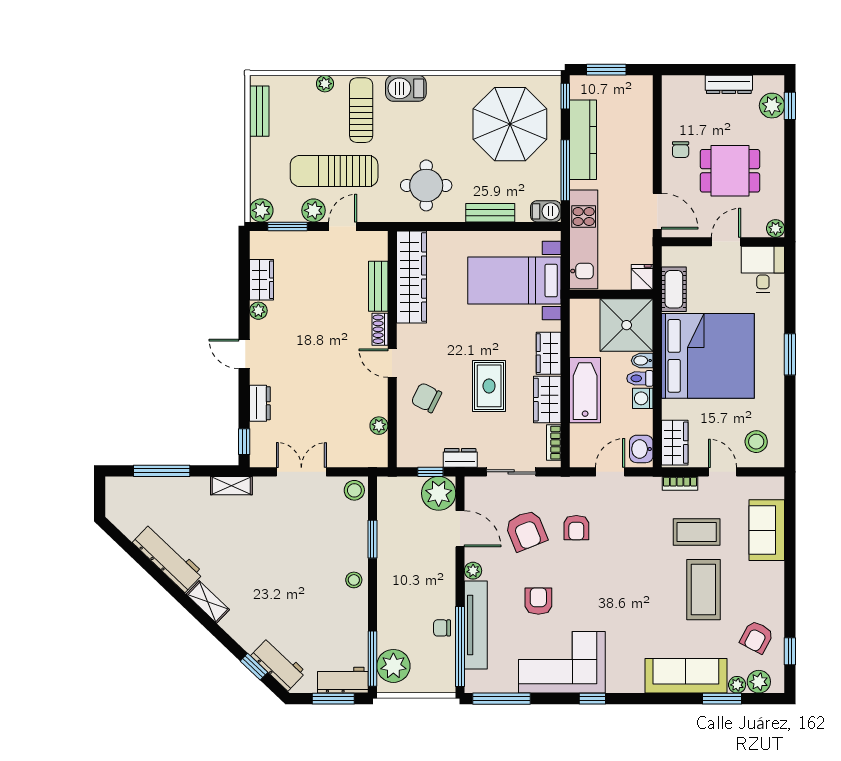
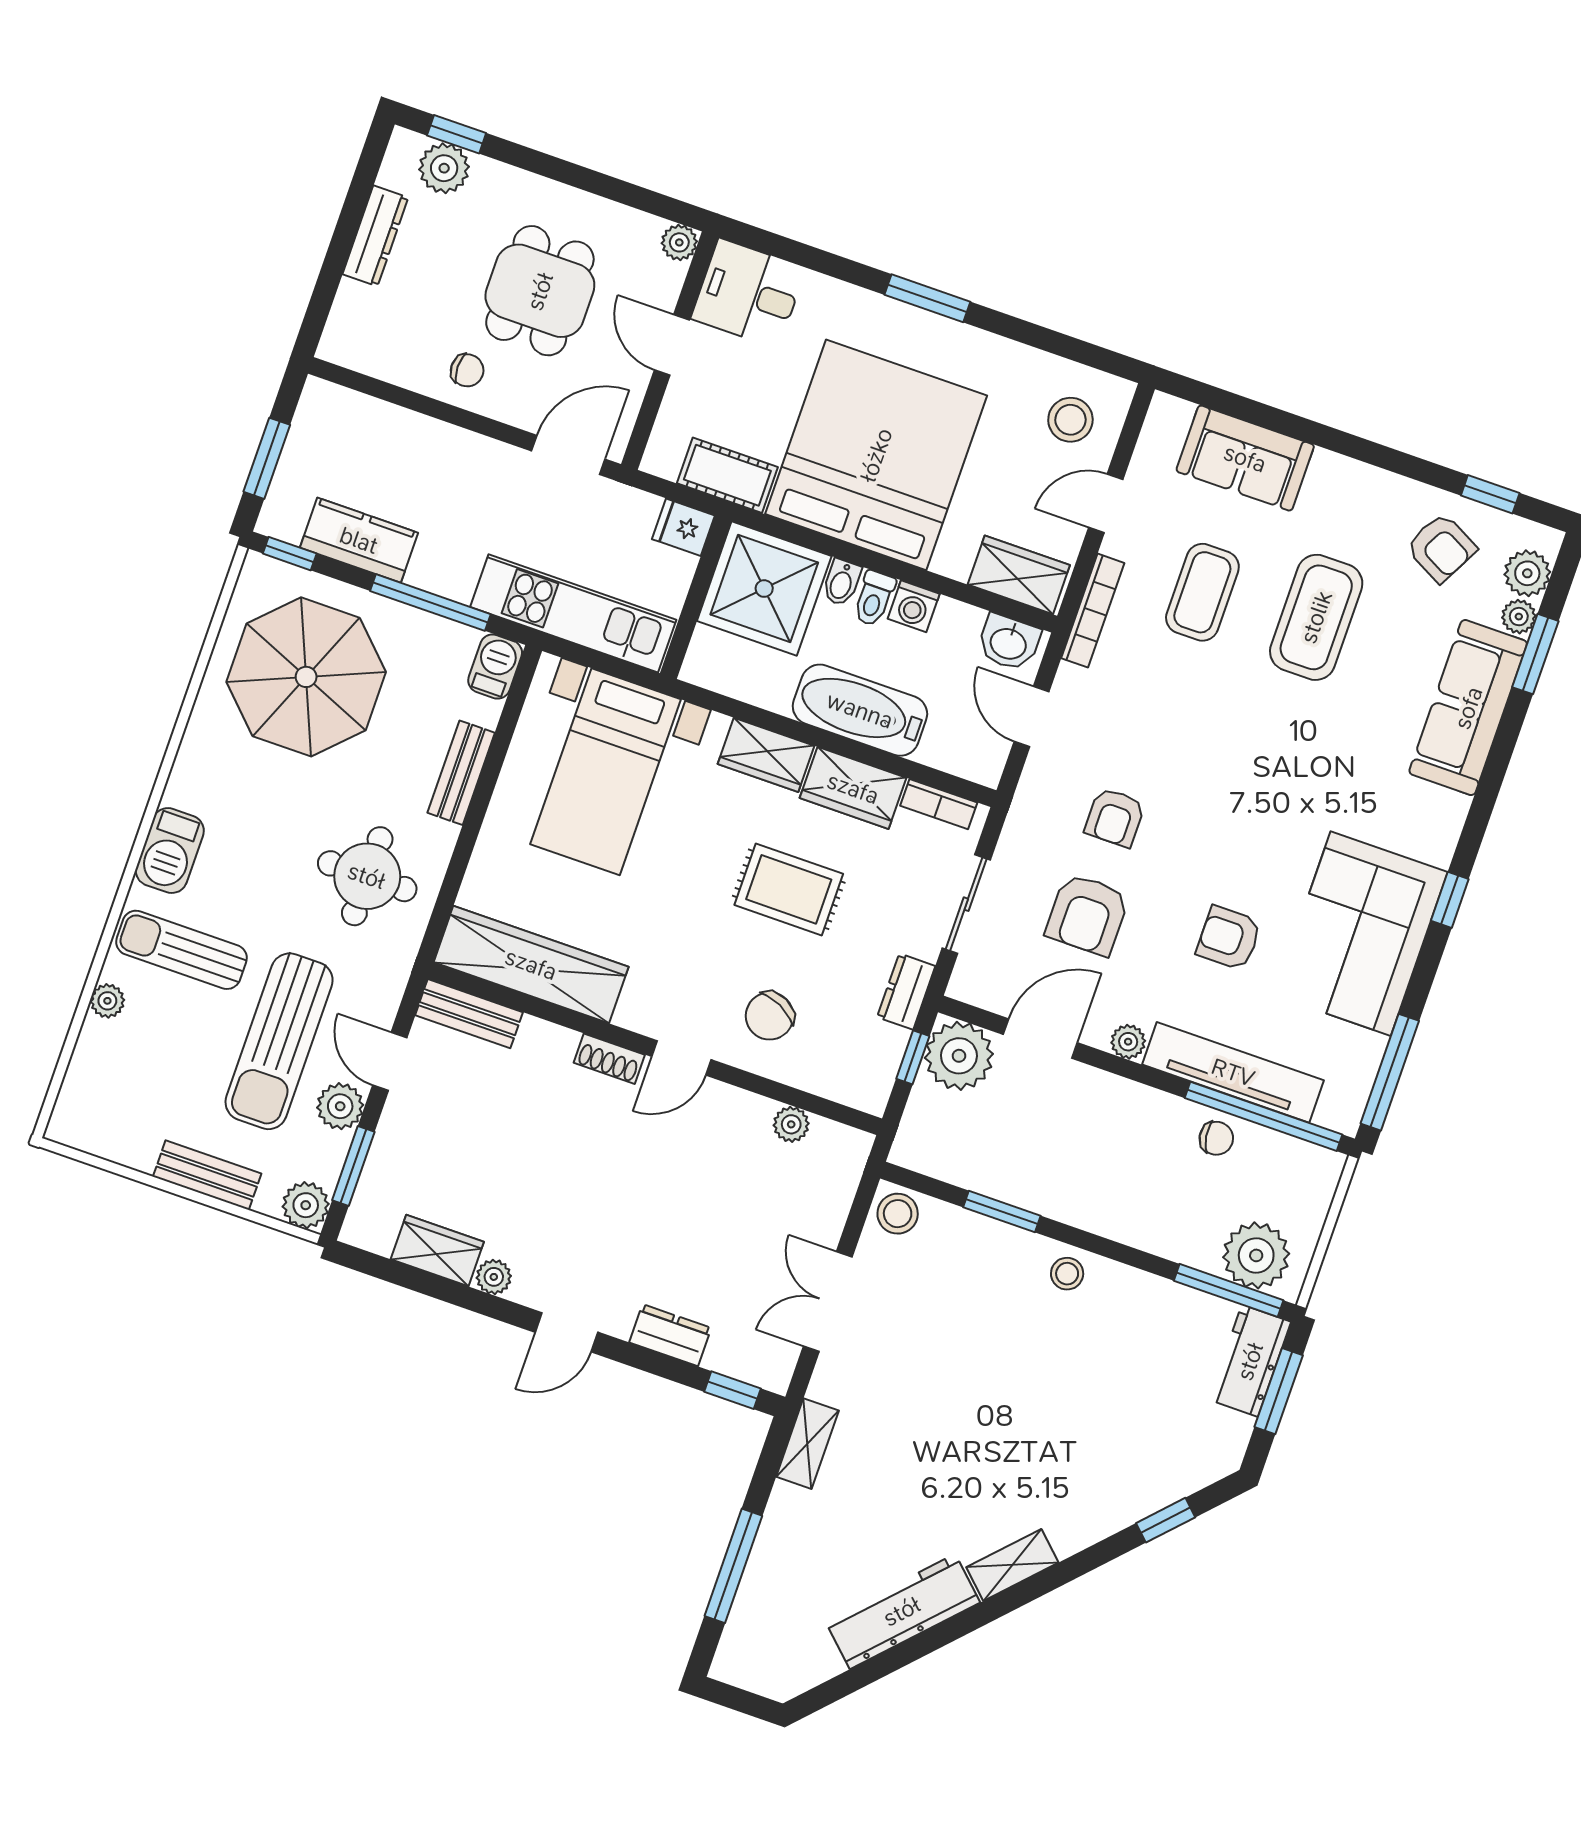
bench: (259, 111) -> (207, 1175), moved
kitchen counter: (583, 140) -> (359, 540), width x0.67
bench: (378, 286) -> (469, 1014), moved
bookcase: (680, 483) -> (1093, 611), width x1.56
armchair: (576, 528) -> (1115, 817), turned 90
armchair: (526, 531) -> (1087, 914), turned 112
coffee table: (703, 590) -> (1316, 617), turned 90
chair: (442, 628) -> (1216, 1138), turned -99
workbench: (278, 664) -> (1176, 1472), removed

